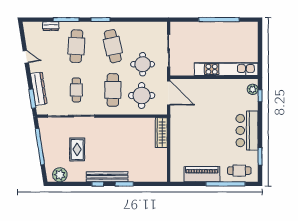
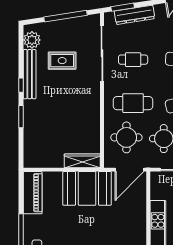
booth: (184, 129) -> (87, 188), added
piano: (202, 174) -> (33, 193), moved
bench: (107, 177) -> (30, 74), moved

